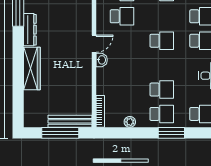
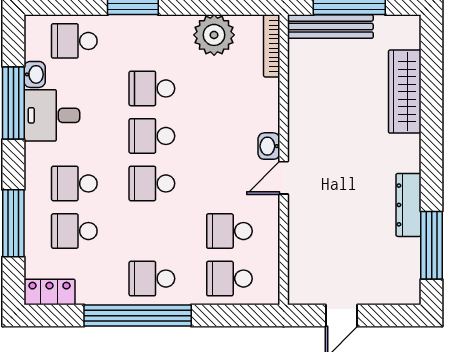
wardrobe: (32, 68) -> (405, 92), moved
school desk: (162, 114) -> (152, 136), moved
plant: (130, 122) -> (214, 35), width x1.87, depth x1.87

